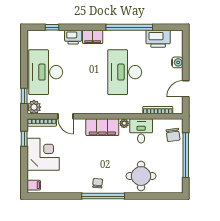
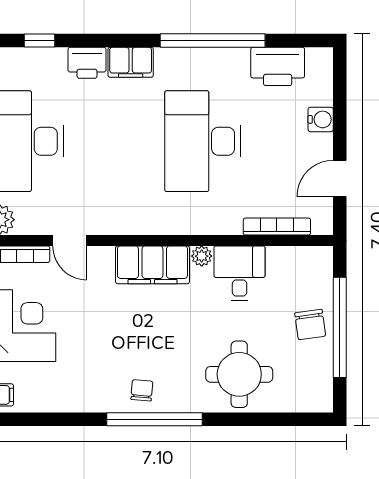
chair: (173, 135) -> (310, 324), moved

